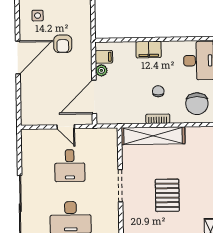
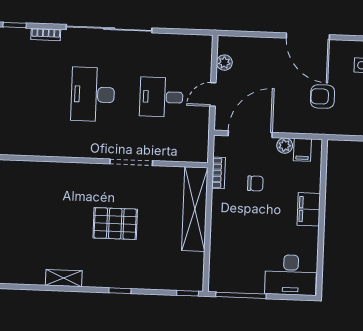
chair: (158, 91) -> (255, 183), moved
door: (94, 97) -> (250, 134), hinge flipped
chair: (197, 104) -> (234, 269), removed
plant: (41, 119) -> (224, 63), added
bookcase: (158, 119) -> (219, 173), moved

